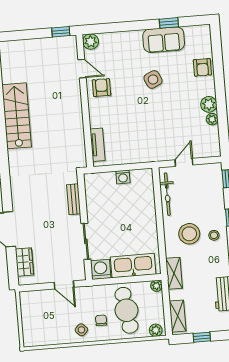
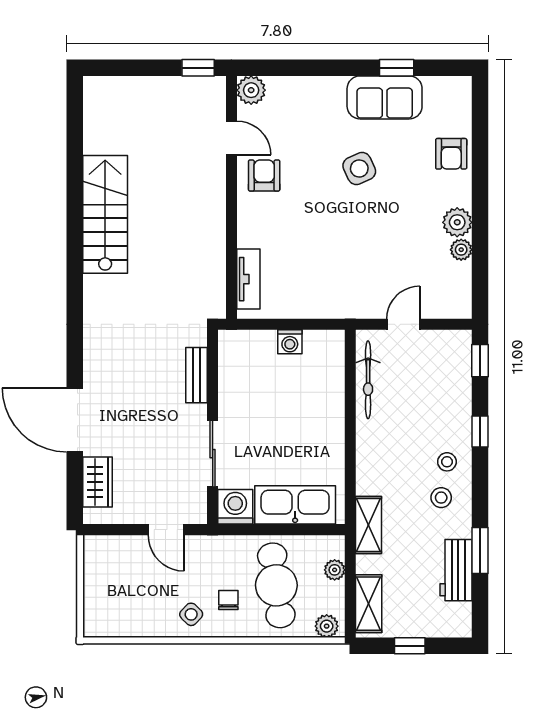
stool: (189, 234) -> (441, 498), moved, width x0.53, depth x0.53
plant: (156, 286) -> (335, 570), moved

